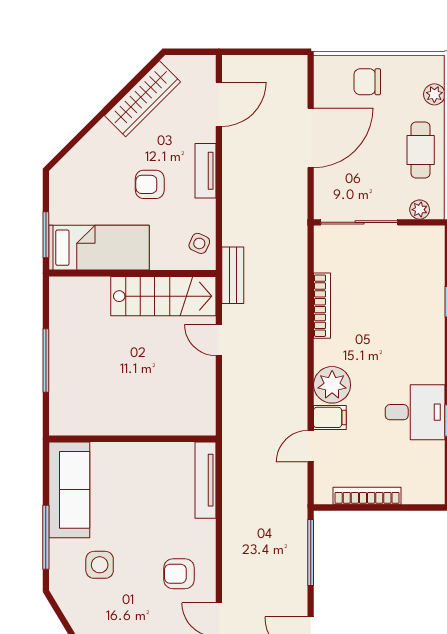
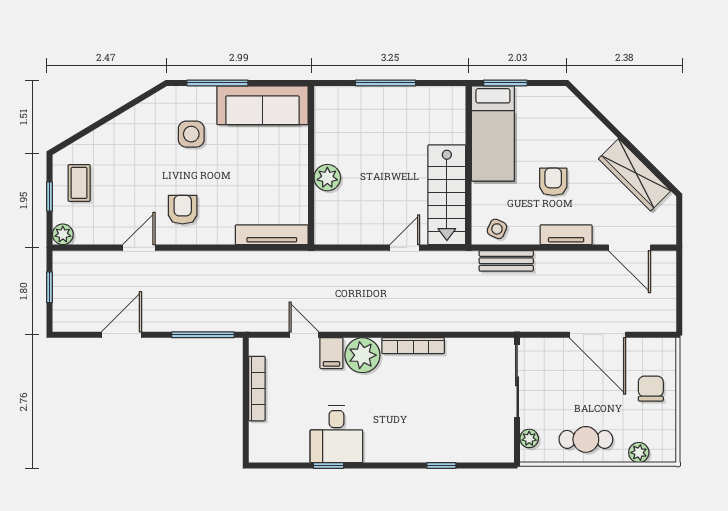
bench: (233, 275) -> (506, 261), moved
bookcase: (322, 306) -> (413, 346), moved
plant: (145, 422) -> (327, 178), added

